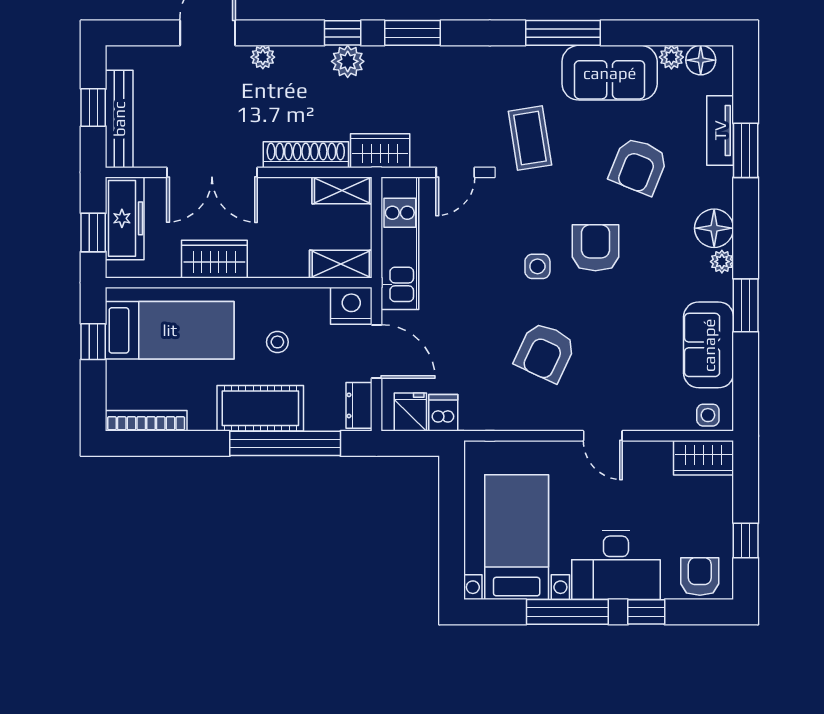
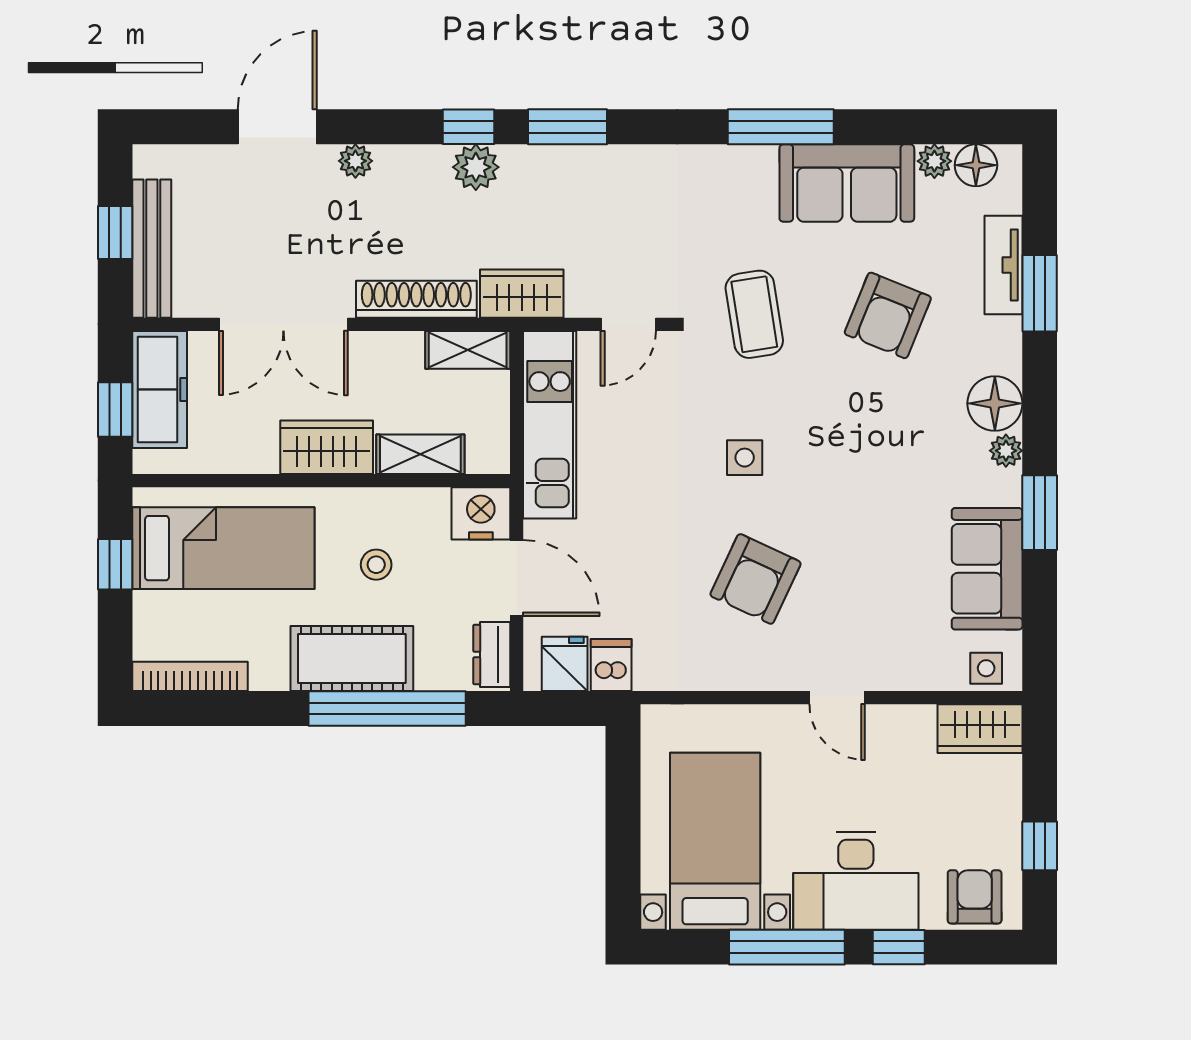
coffee table: (530, 138) -> (754, 314), moved
armchair: (595, 248) -> (827, 431), removed
wardrobe: (214, 259) -> (327, 447), moved
shelving: (341, 264) -> (420, 454), moved

